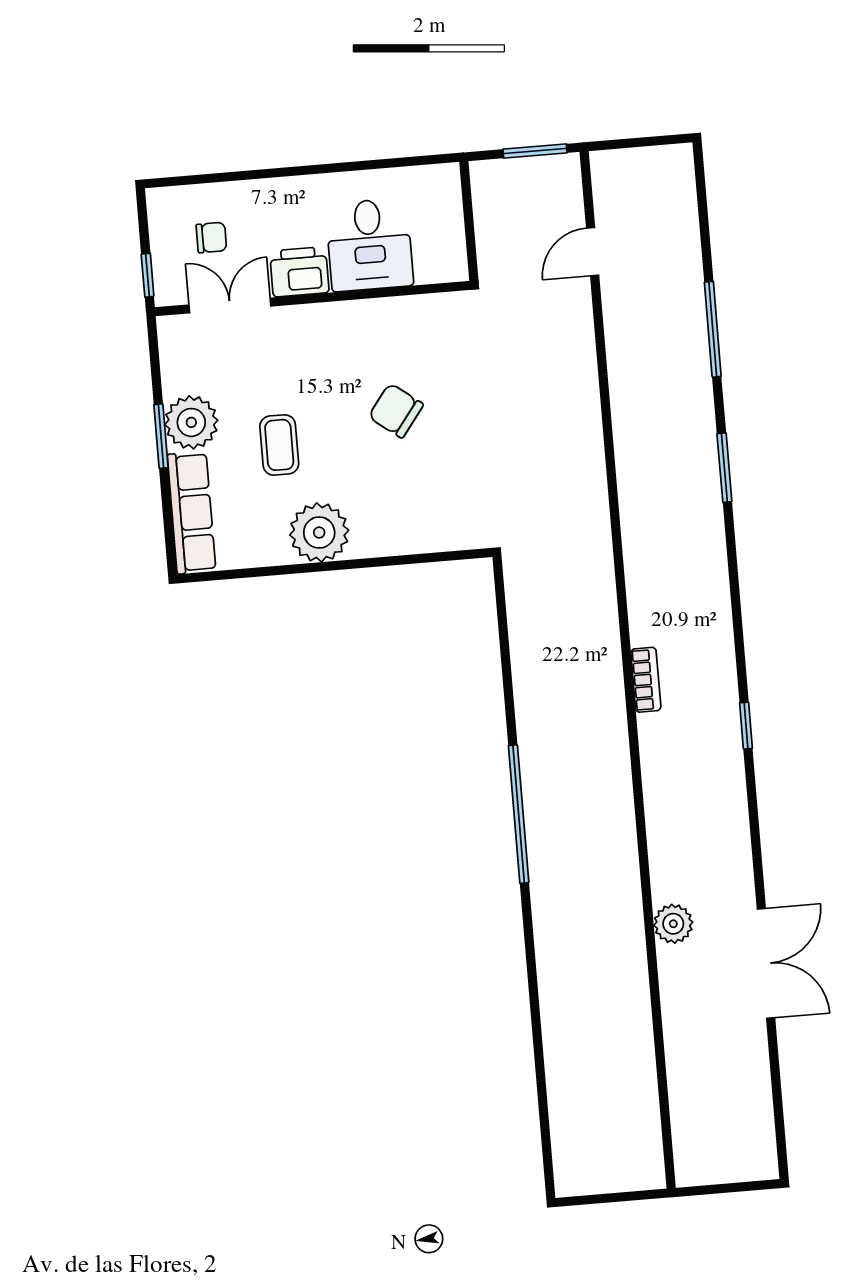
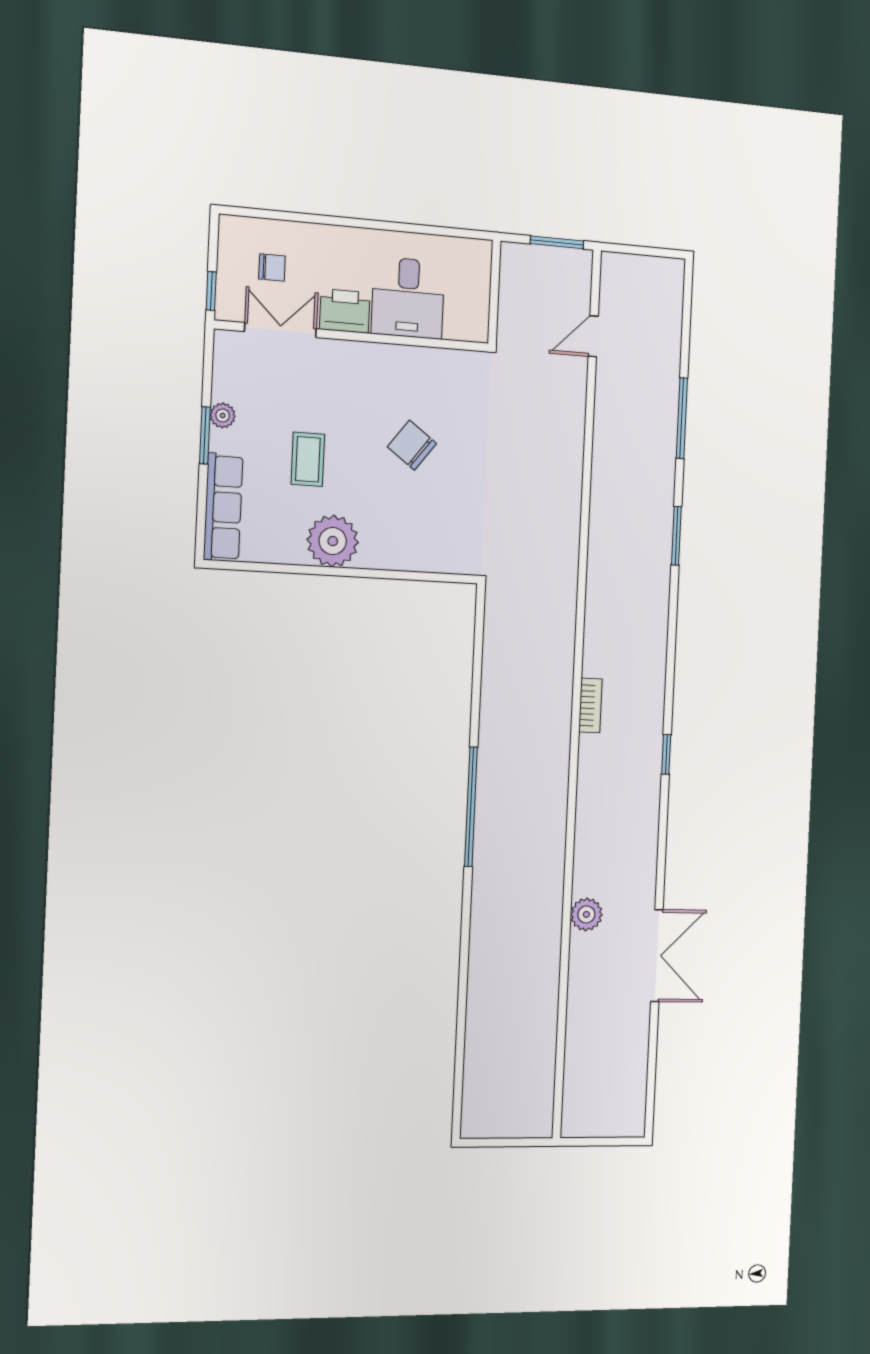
plant: (191, 422) -> (223, 415), width x0.53, depth x0.53

